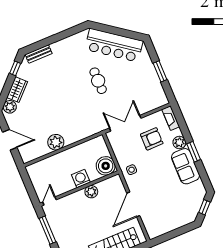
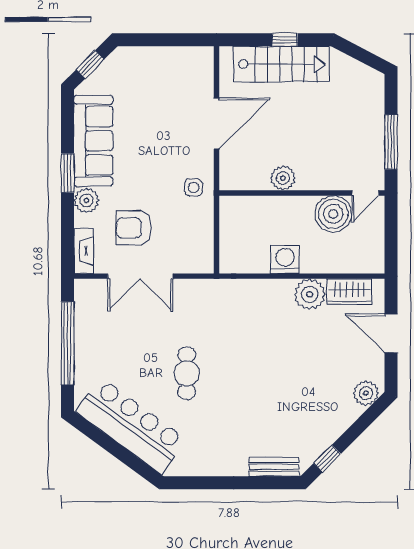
window: (160, 71) -> (68, 343), width x2.11
wardrobe: (17, 90) -> (349, 292), moved, turned -135
double door: (125, 123) -> (140, 276), moved
boiler: (106, 166) -> (333, 214), moved
sofa: (186, 166) -> (93, 141), width x1.36
washing machine: (81, 179) -> (285, 260), moved, turned 180

